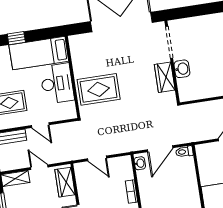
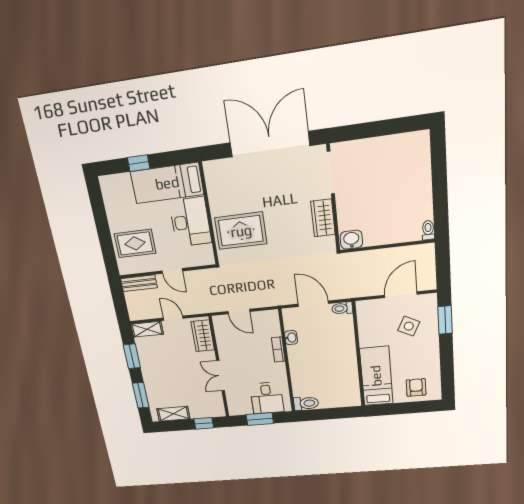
washbasin: (182, 69) -> (351, 240), moved, turned -90
door: (160, 149) -> (313, 304), swing flipped
washbasin: (140, 163) -> (291, 338), moved

